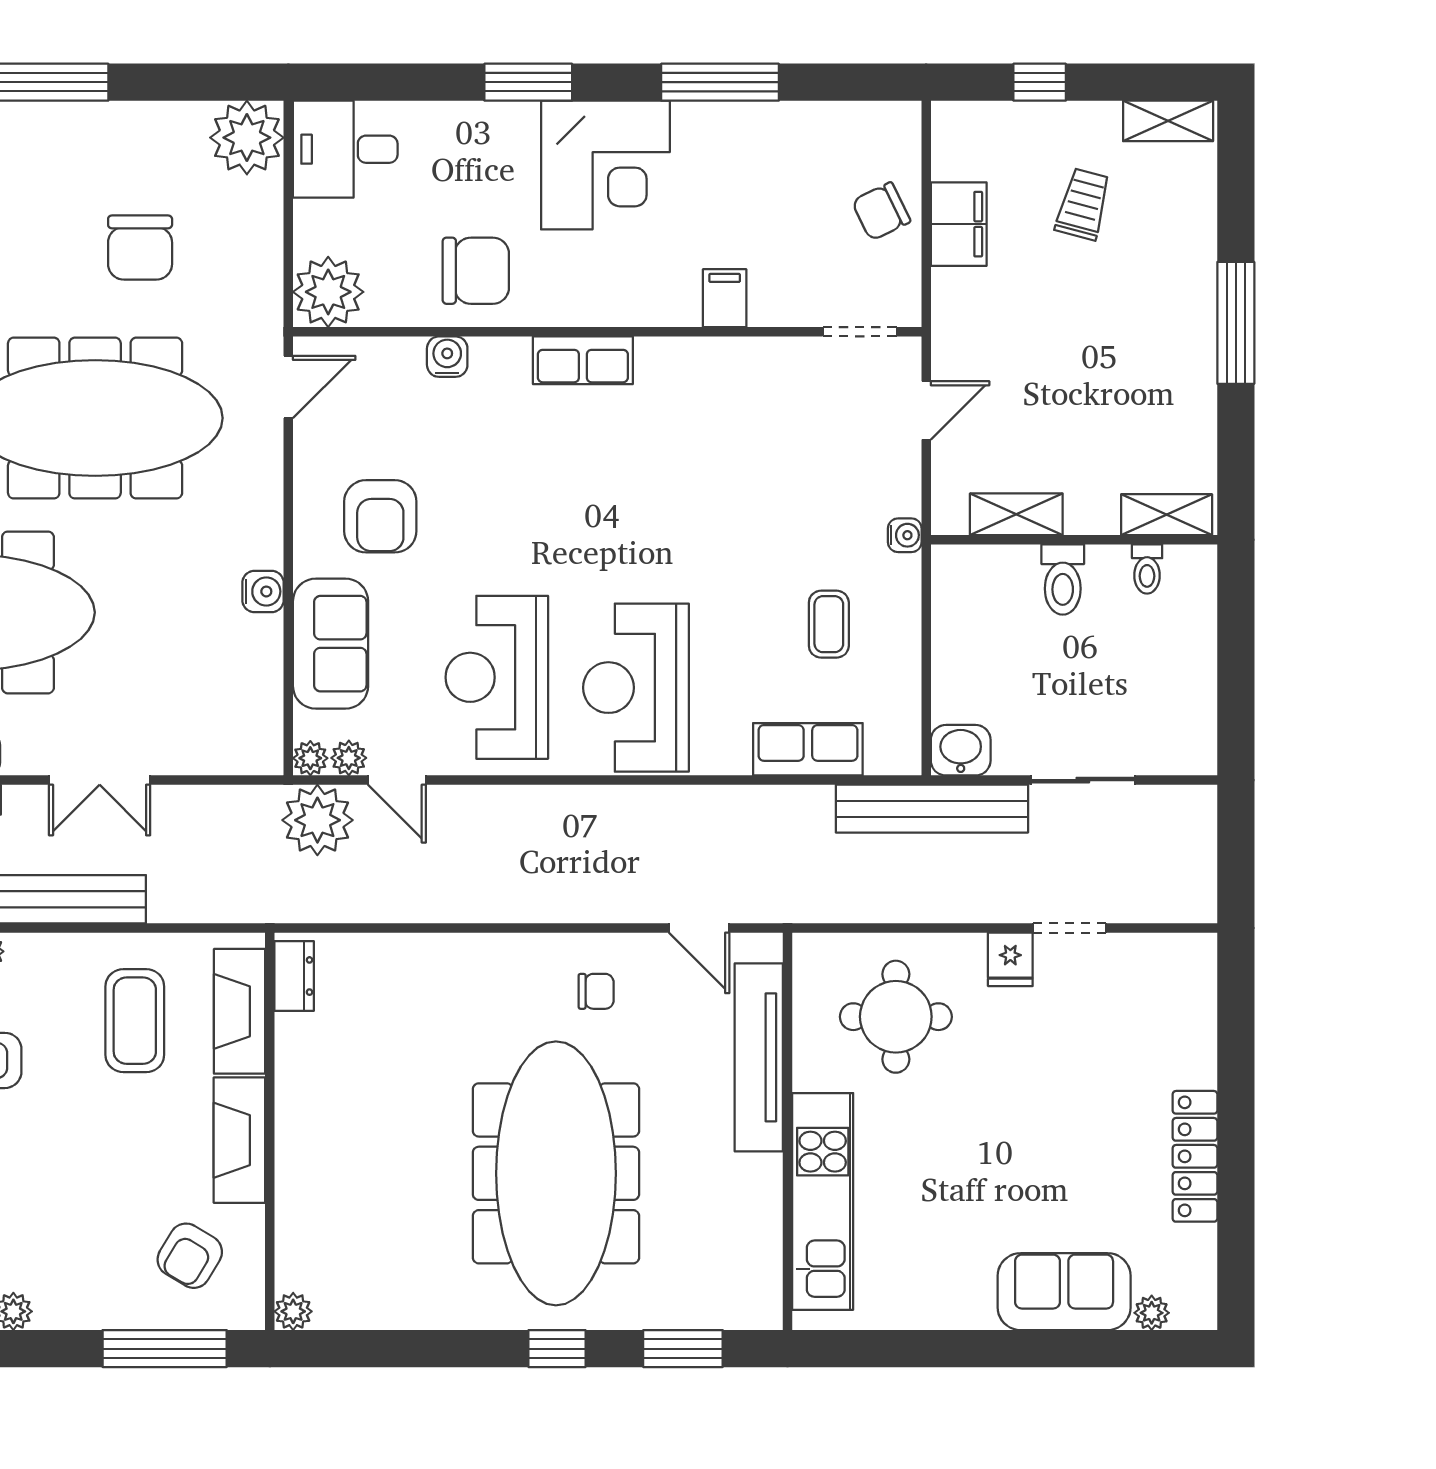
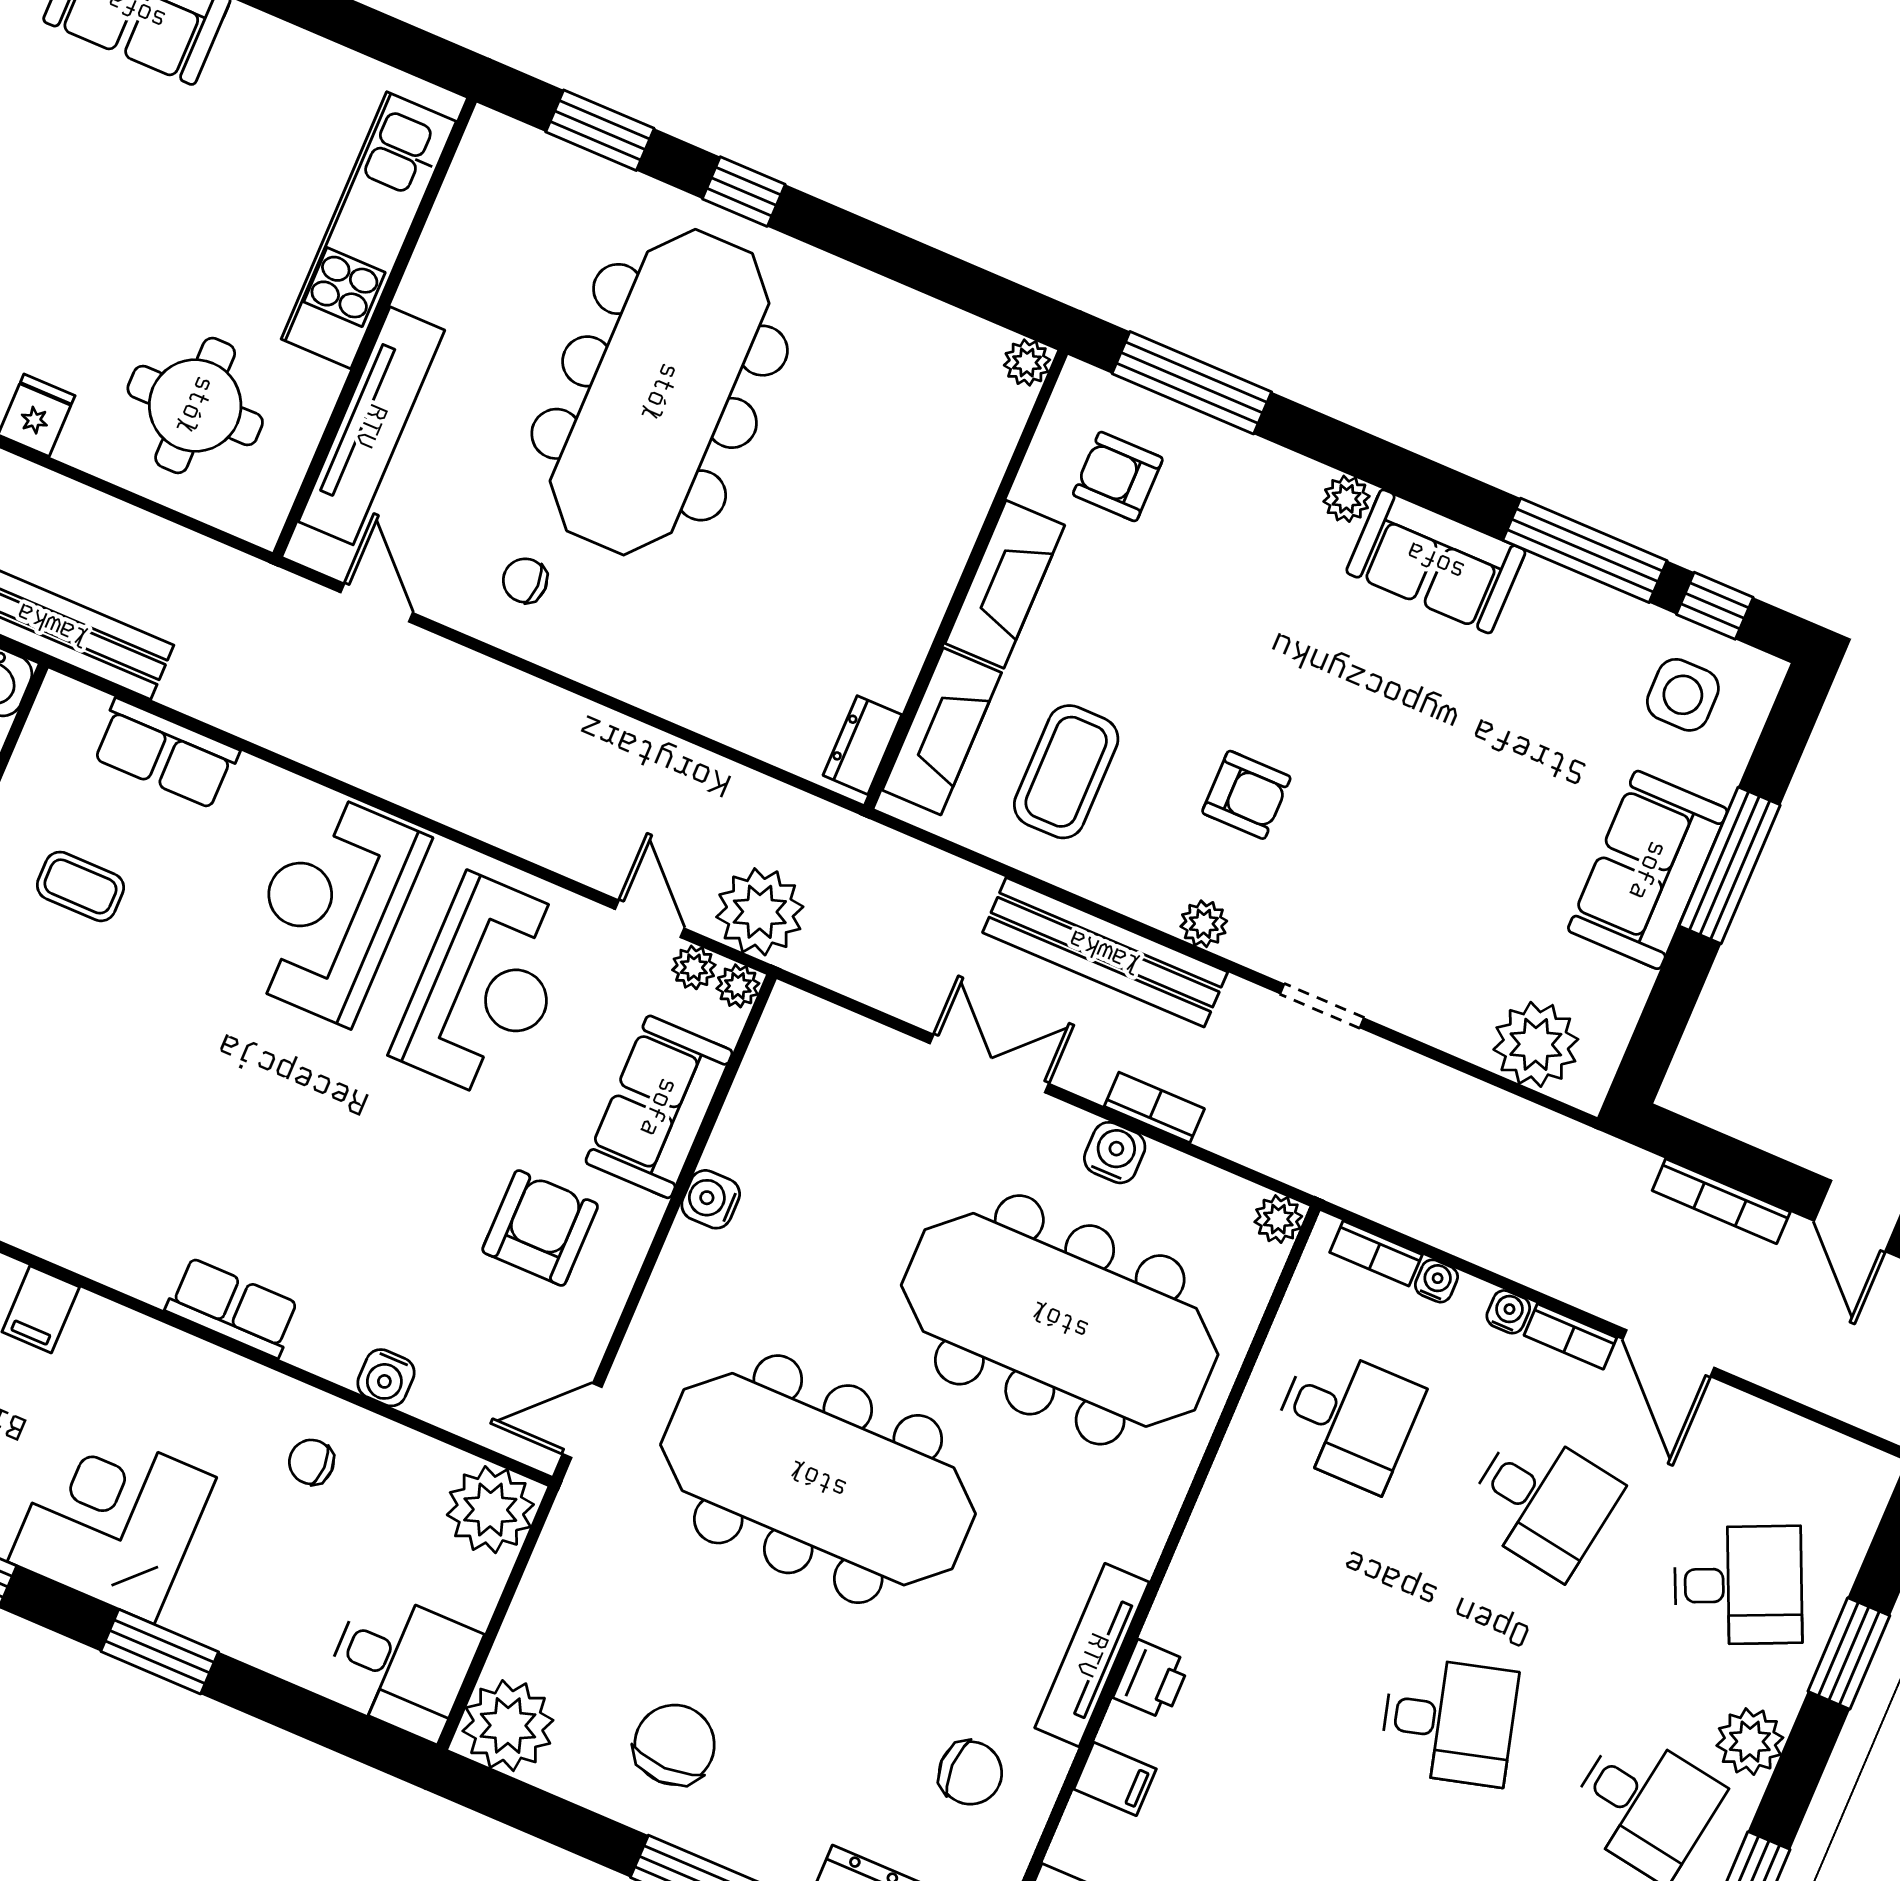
chair: (140, 247) -> (674, 1745), moved
chair: (476, 271) -> (311, 1462), width x0.54, depth x0.54
coffee table: (829, 624) -> (80, 886), turned 90
reception desk: (636, 688) -> (332, 908), turned 180
armchair: (190, 1256) -> (1118, 476), turned -121

